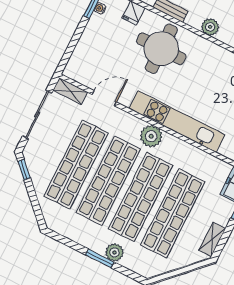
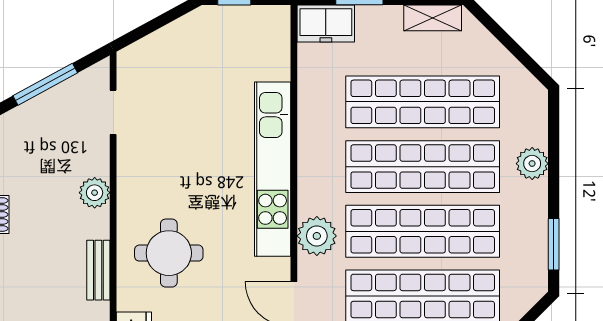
round table: (161, 49) -> (169, 253), width x0.73, depth x0.73
plant: (151, 136) -> (317, 236), moved
window: (100, 258) -> (554, 244), moved

